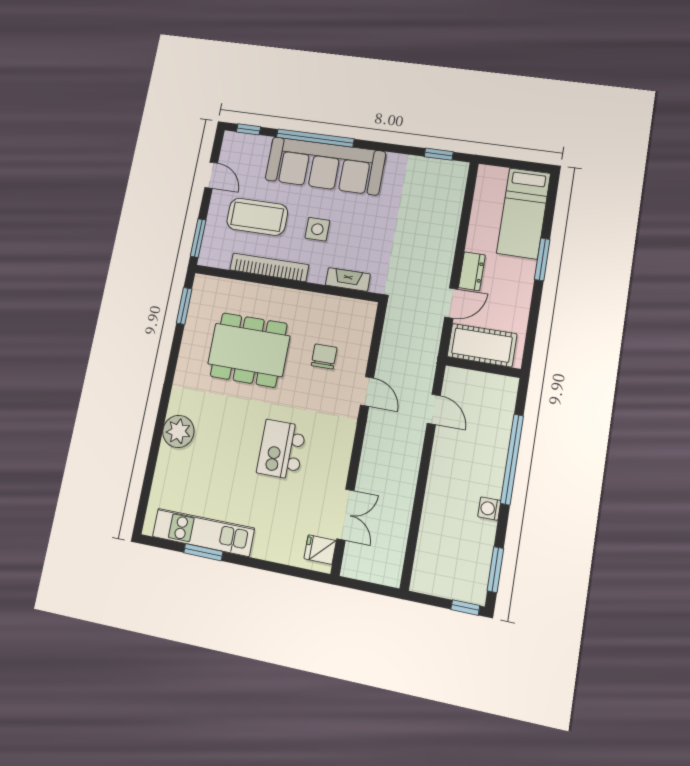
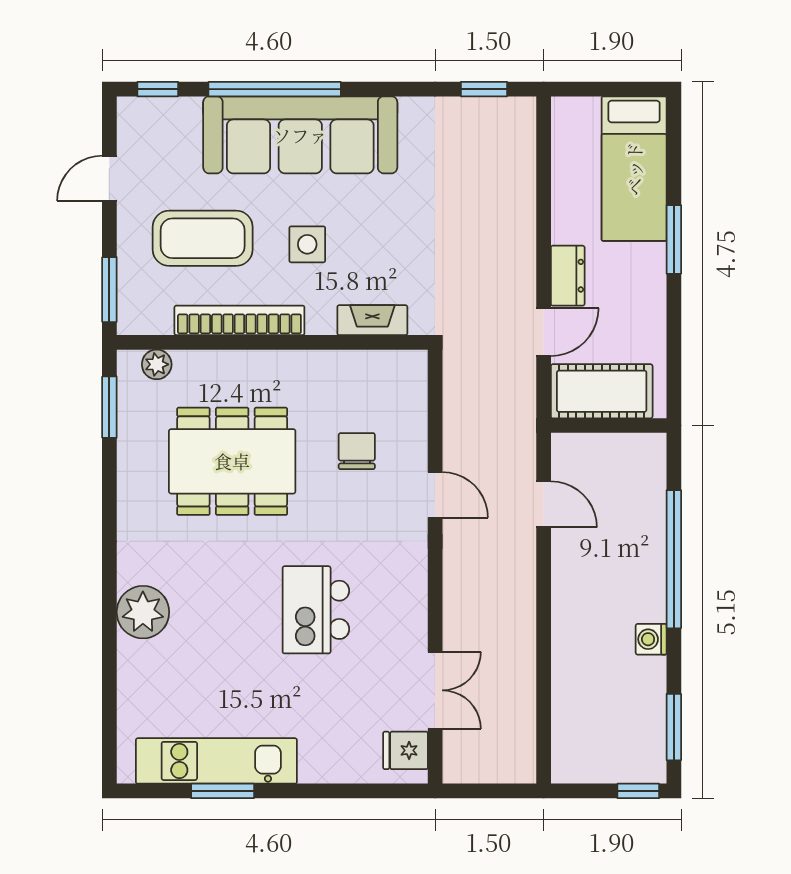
door: (211, 175) -> (109, 178), swing flipped
plant: (216, 285) -> (157, 364), added

